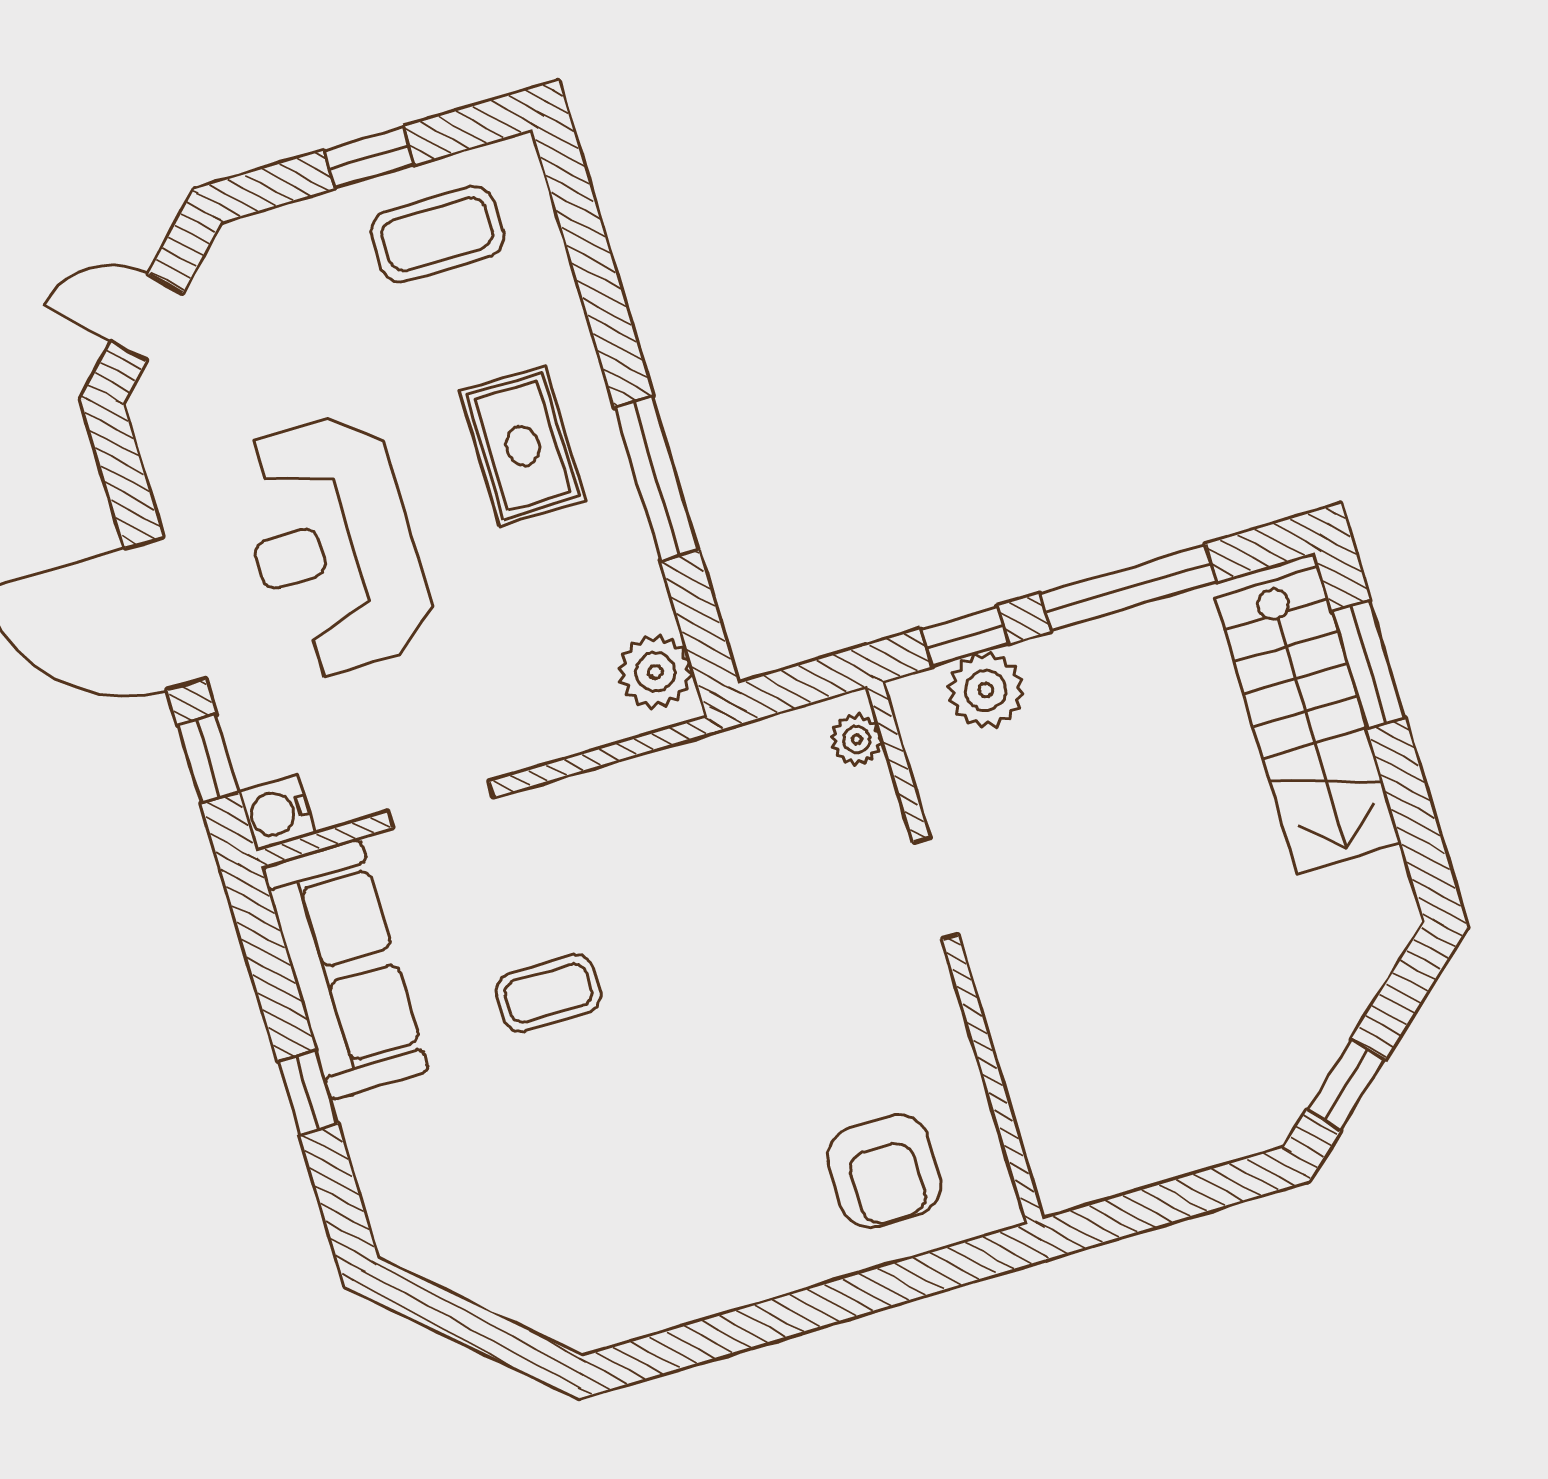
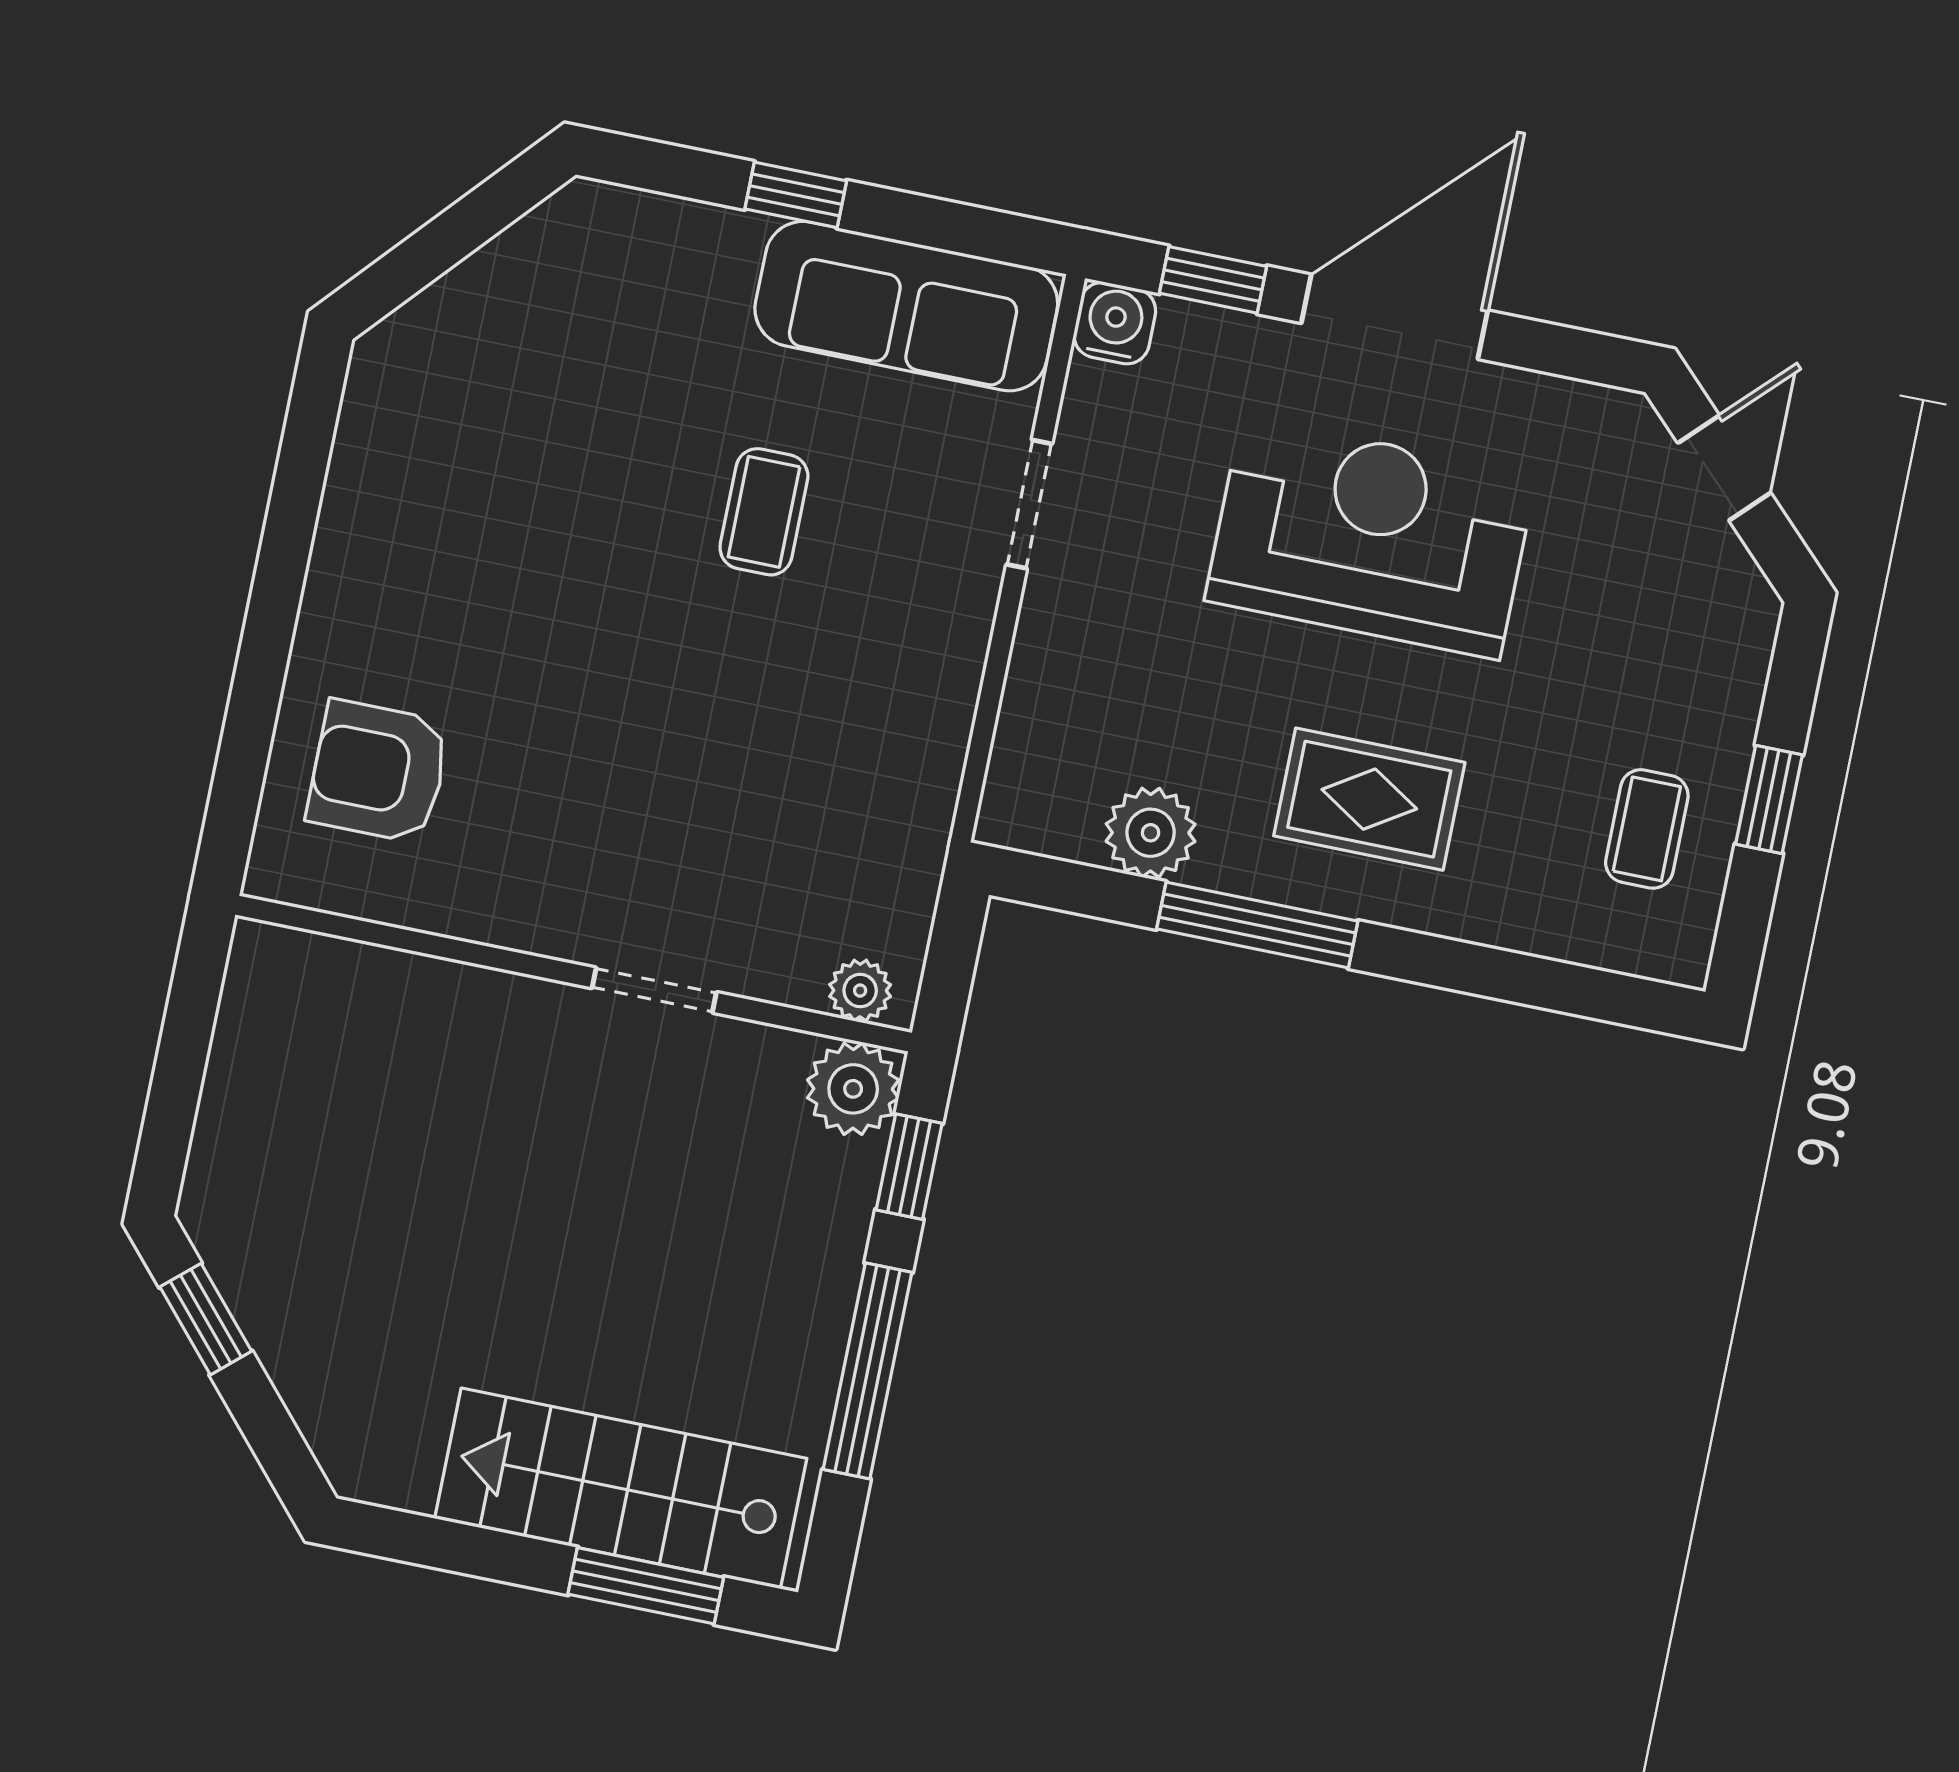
coffee table: (437, 234) -> (1647, 829), width x0.73, depth x0.77
plant: (655, 672) -> (1151, 833), moved
plant: (986, 690) -> (853, 1089), moved

